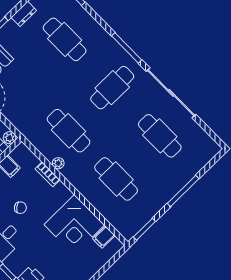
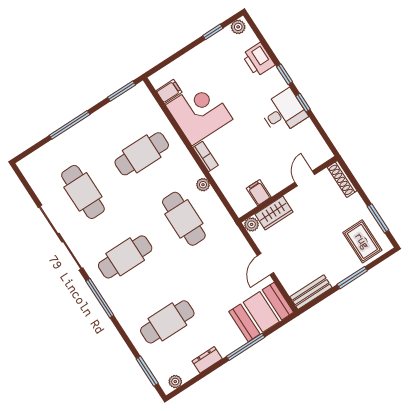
cafe table: (65, 39) -> (167, 322), turned 90
bookcase: (47, 174) -> (206, 156), moved
cafe table: (116, 179) -> (142, 154), turned 90
chair: (20, 208) -> (255, 144), removed

